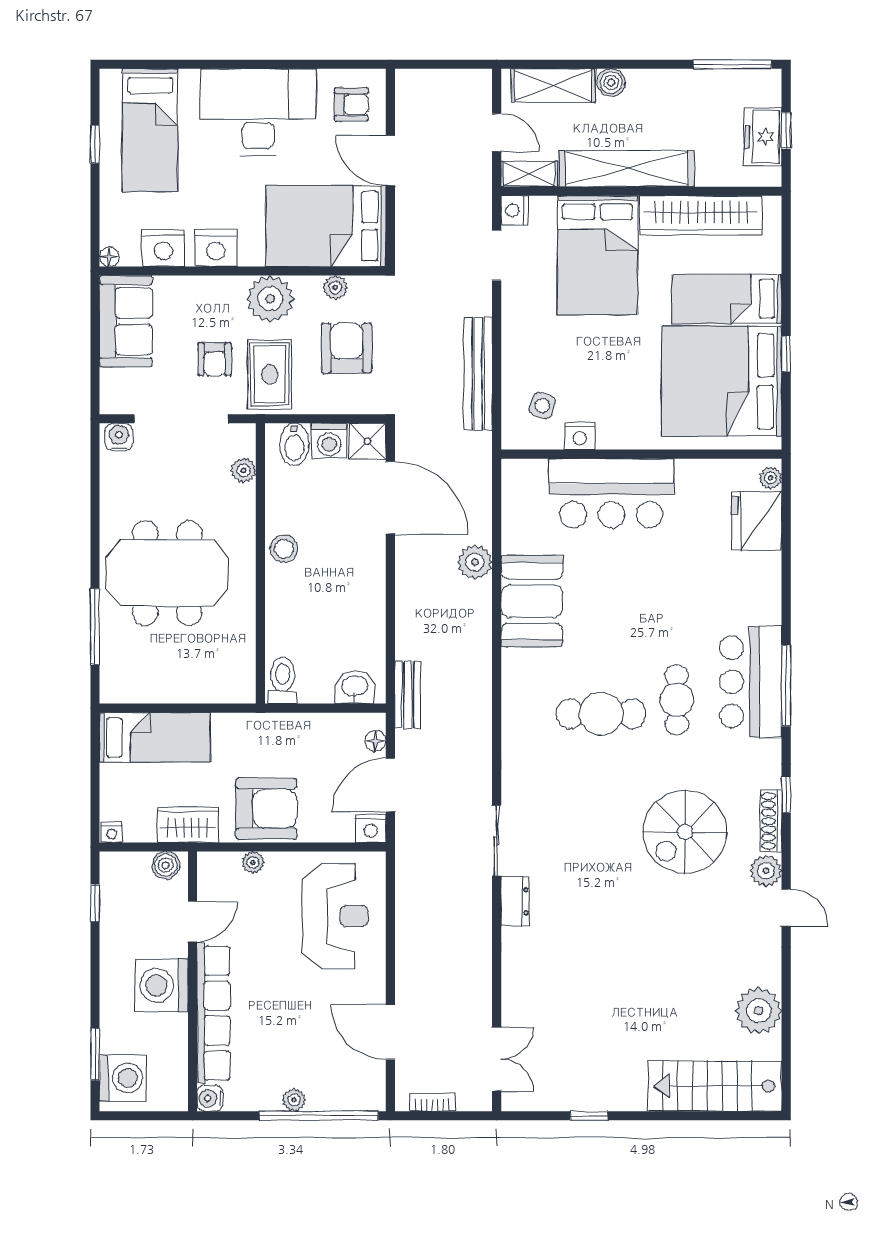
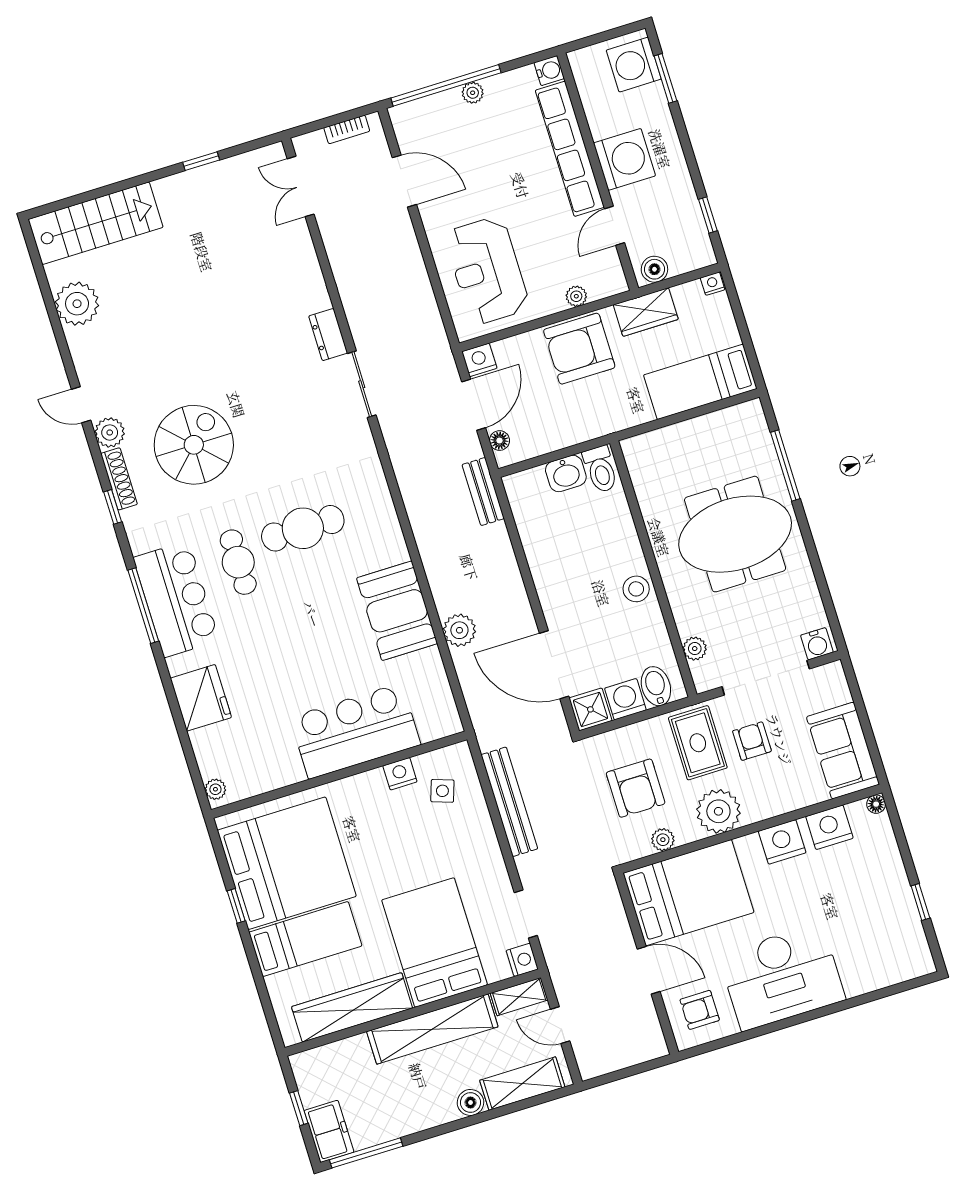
bed: (150, 130) -> (875, 930), removed
freezer: (763, 137) -> (329, 1131), moved
fridge: (757, 521) -> (201, 698), moved
washbasin: (355, 687) -> (566, 473), moved

